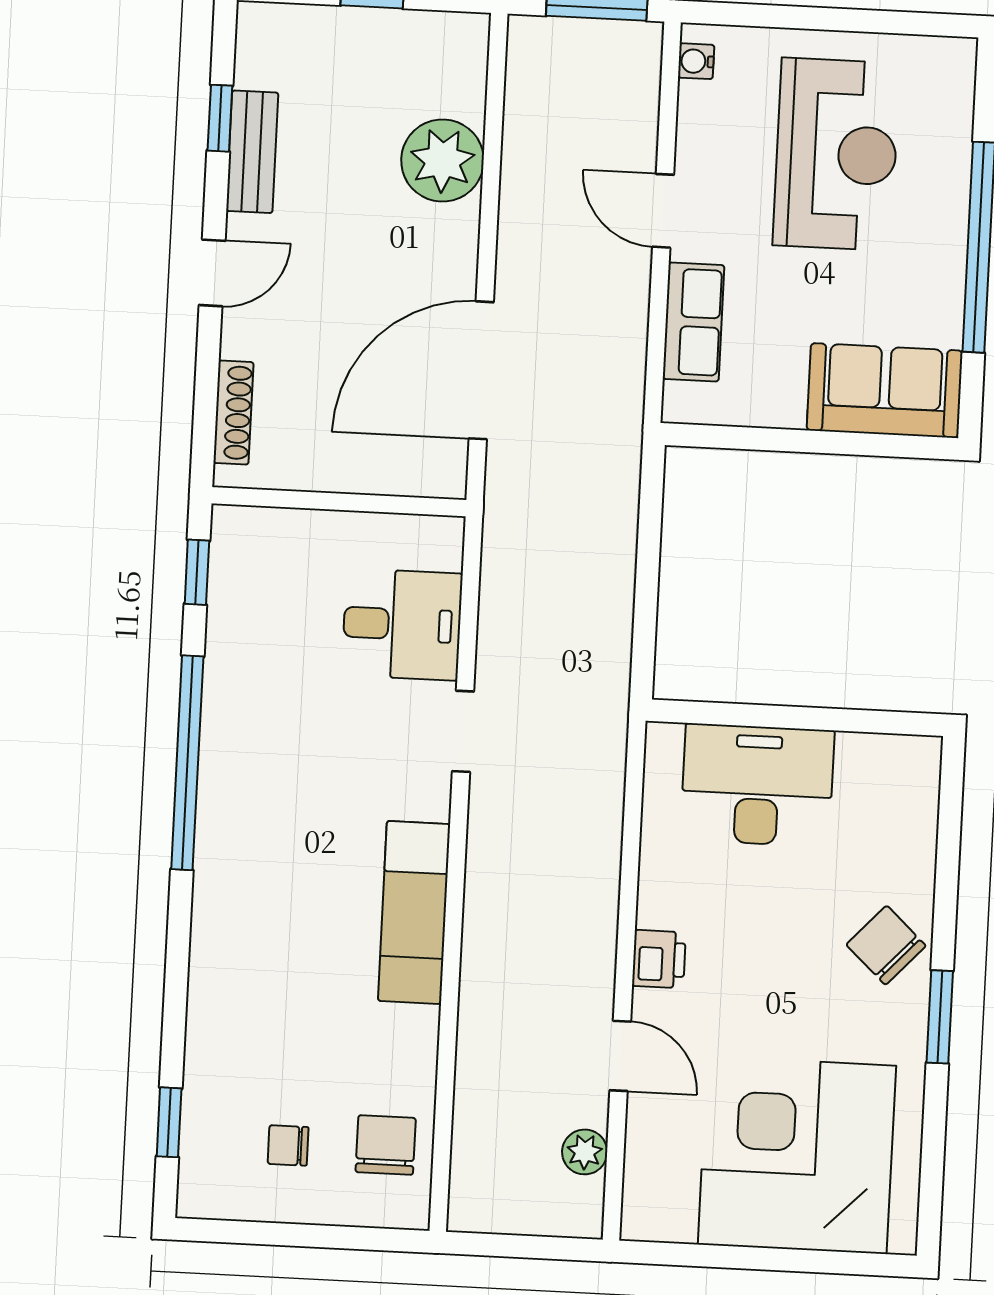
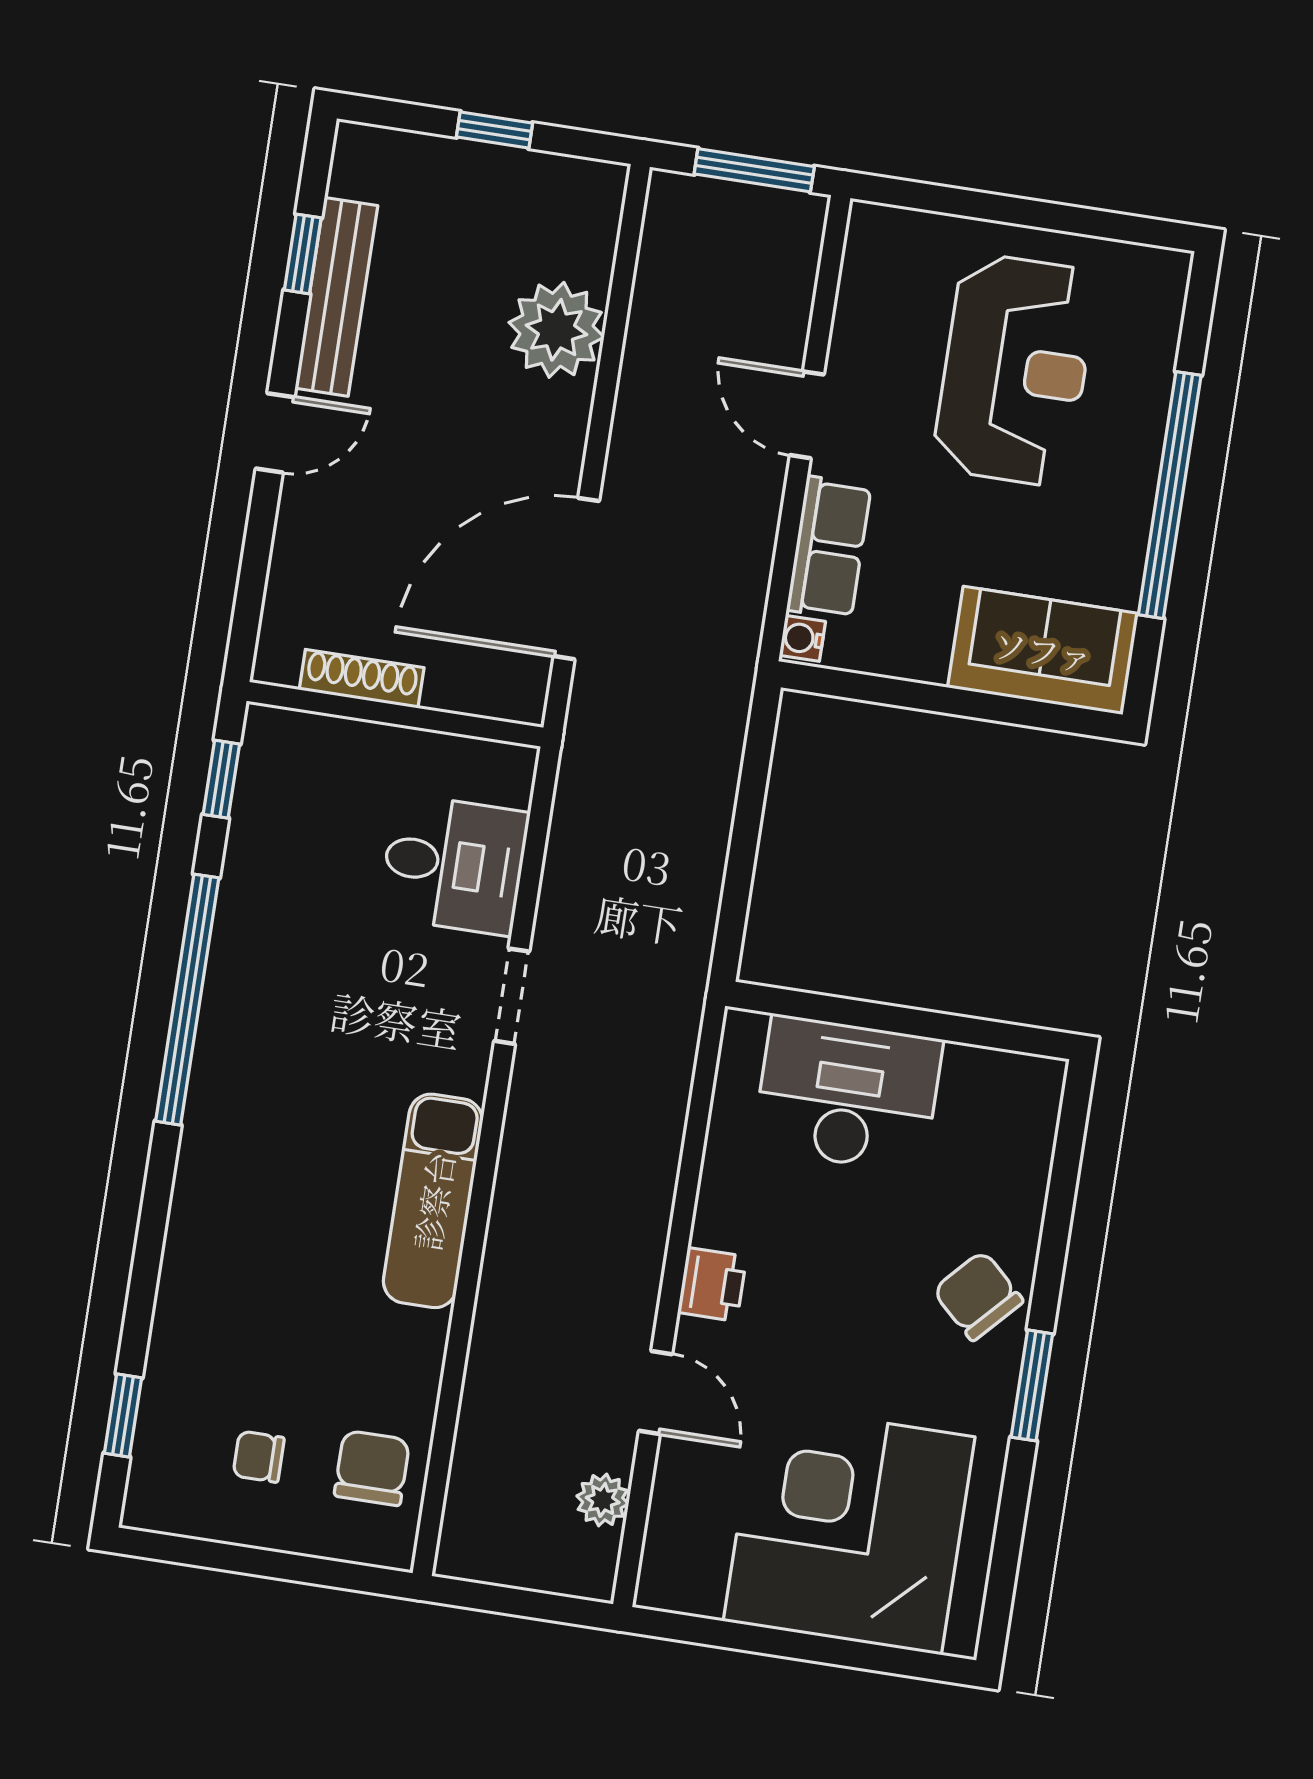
water cooler: (696, 61) -> (802, 638), moved
bench: (252, 152) -> (336, 297), width x1.36
shoe rack: (233, 413) -> (362, 679), moved, turned -90

